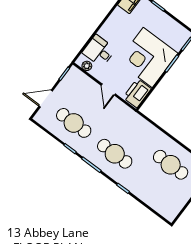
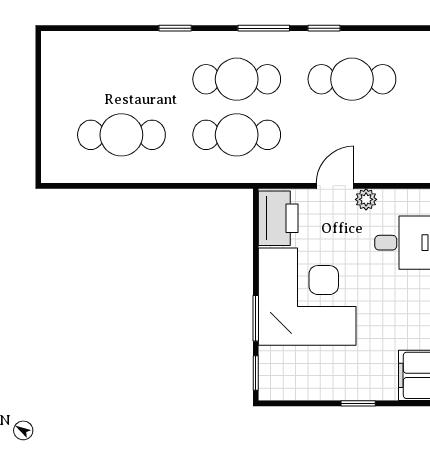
plant: (87, 66) -> (366, 199), moved
door: (108, 90) -> (335, 186), hinge flipped
cafe table: (130, 134) -> (237, 135), added

